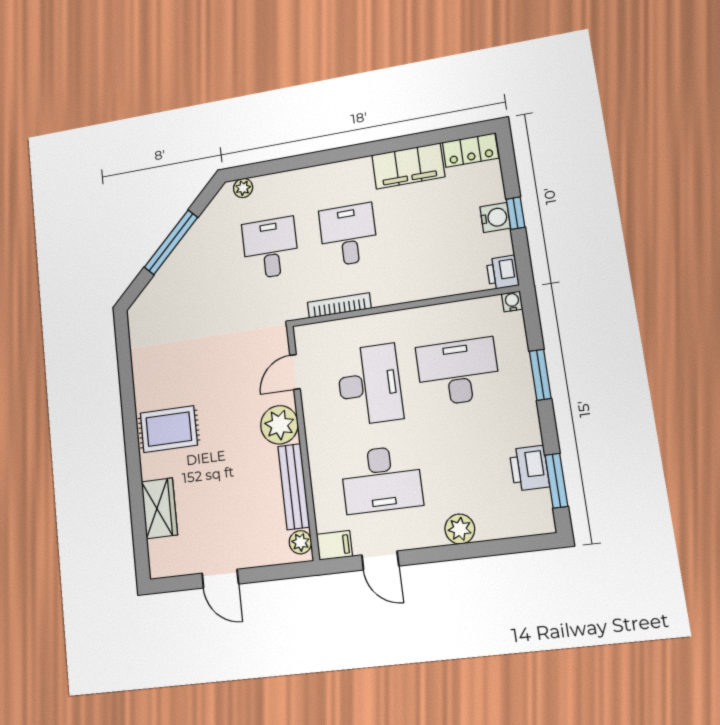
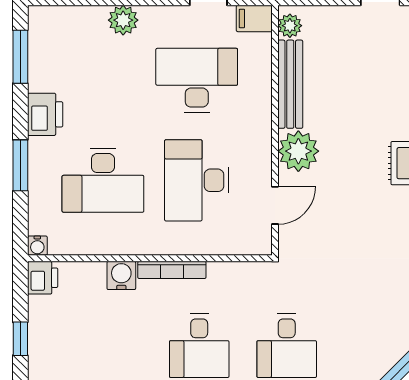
water cooler: (495, 218) -> (121, 275), moved, turned 90
bookcase: (339, 305) -> (172, 270), moved
printer: (529, 468) -> (45, 114), moved

